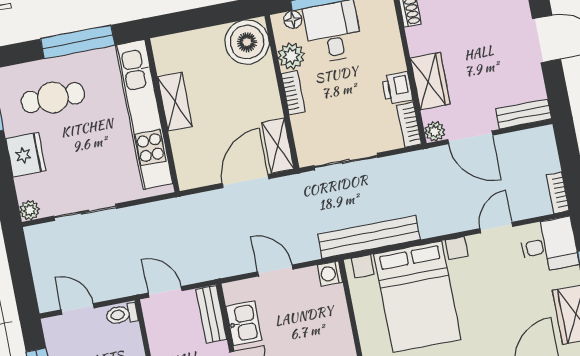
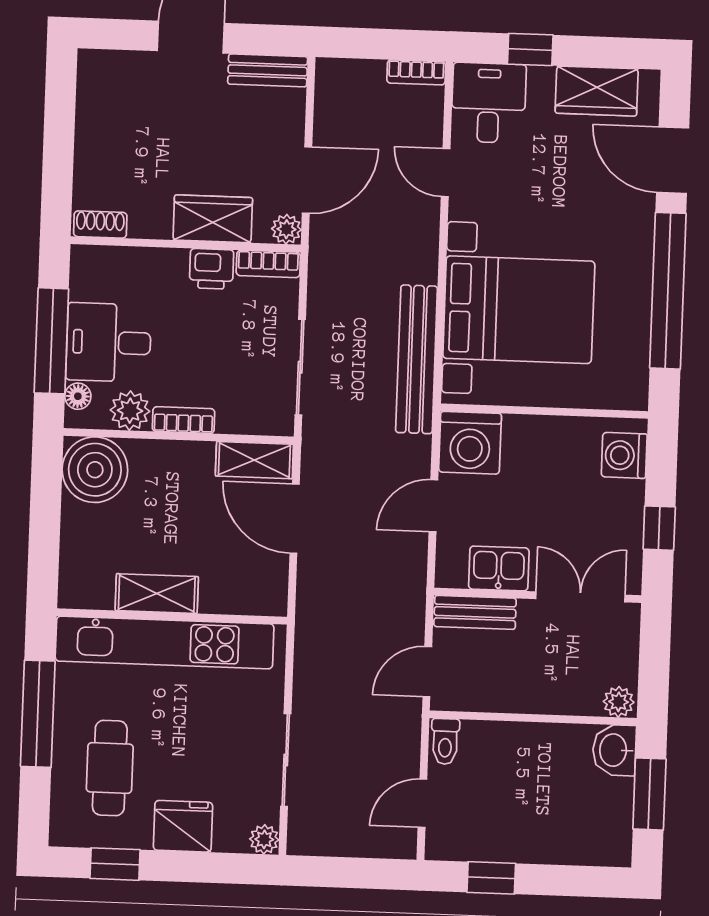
bench: (523, 114) -> (268, 70), moved, turned 90
washing machine: (330, 274) -> (470, 443), width x1.89, depth x1.89

